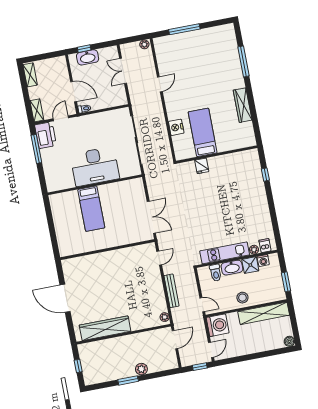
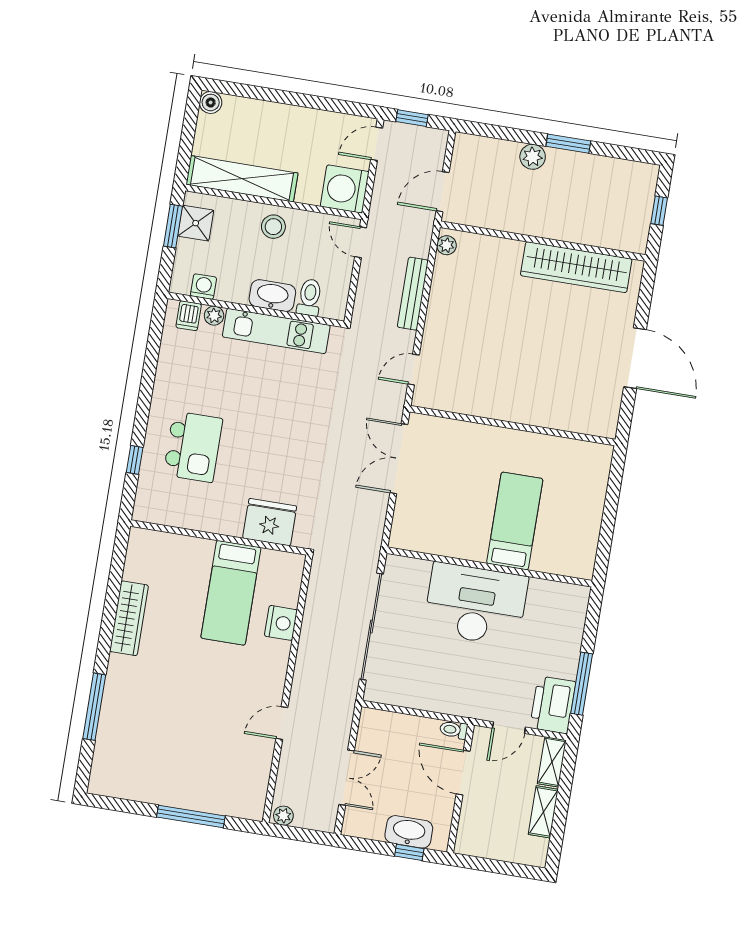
shelving: (30, 75) -> (543, 812), moved
fridge: (202, 166) -> (270, 522), width x1.88, depth x1.34
kitchen island: (242, 190) -> (193, 447), added
shower: (250, 265) -> (196, 223), moved

